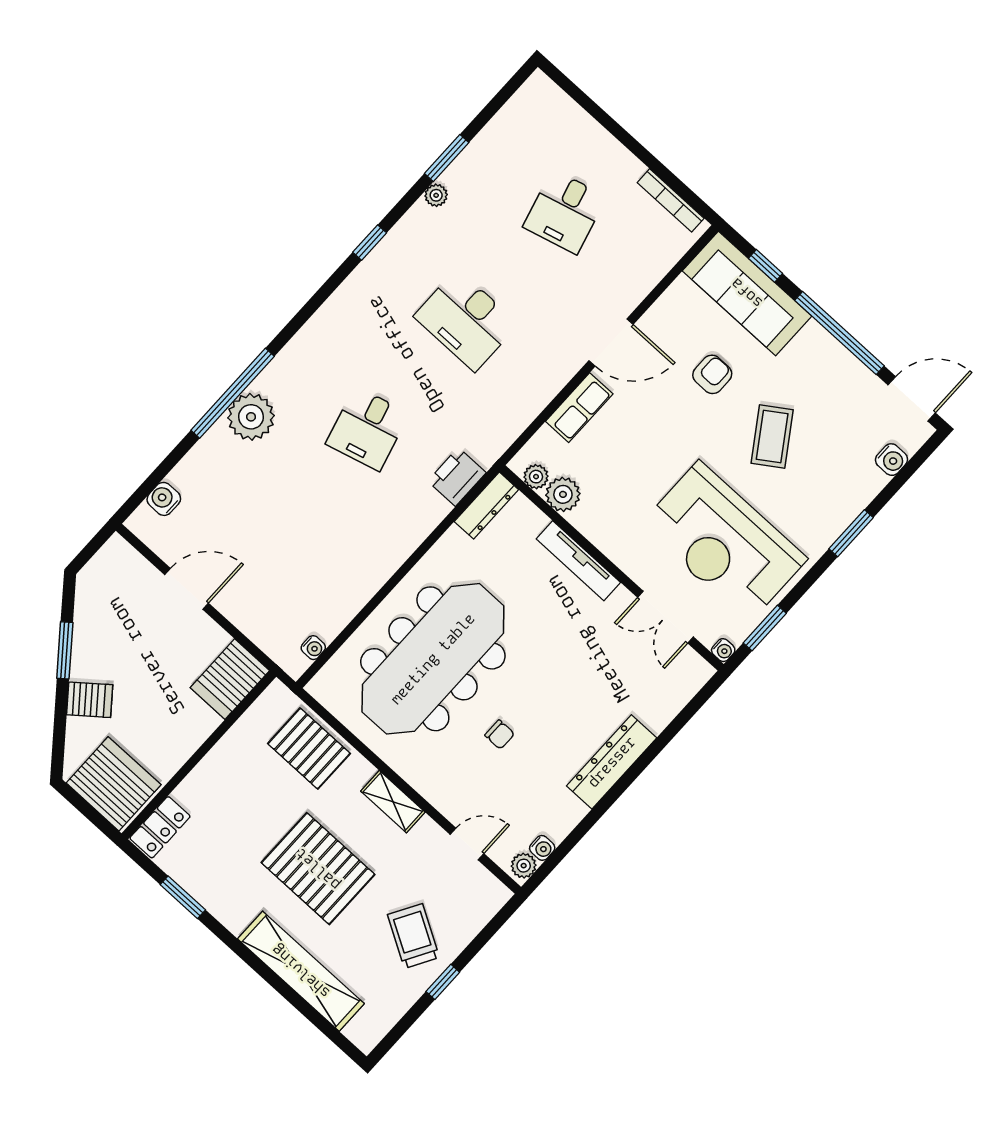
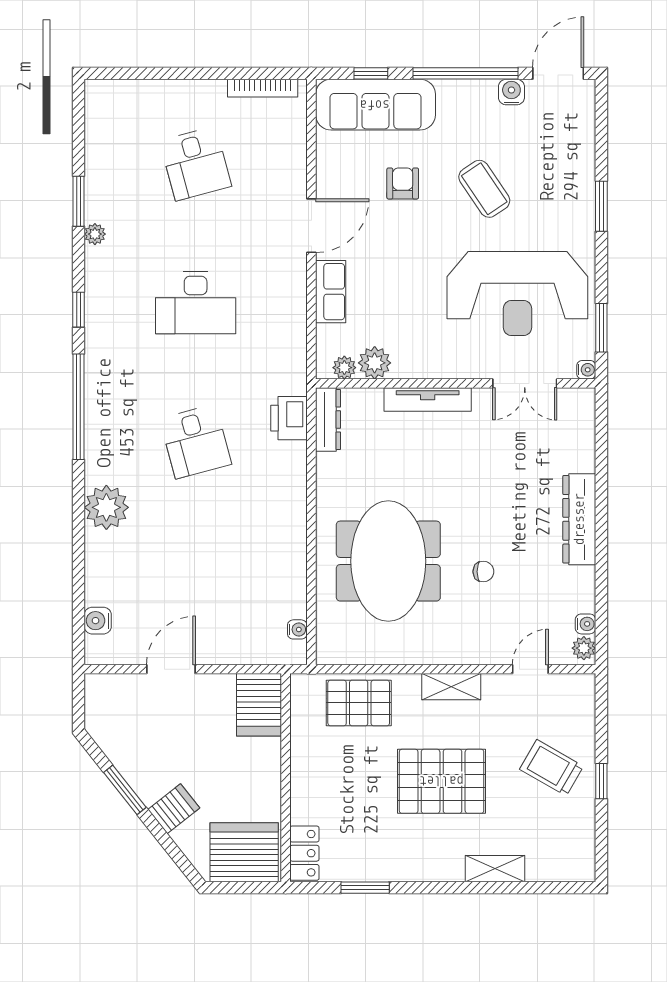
window: (233, 393) -> (78, 407), moved
water cooler: (892, 460) -> (511, 92), moved, turned -90
meeting table: (433, 659) -> (388, 561), width x0.73
shelving: (301, 971) -> (495, 869), width x0.45, depth x0.75

